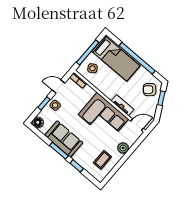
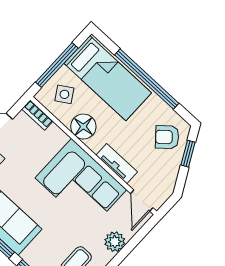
floor lamp: (103, 86) -> (83, 127), added
door: (137, 125) -> (142, 201), swing flipped

